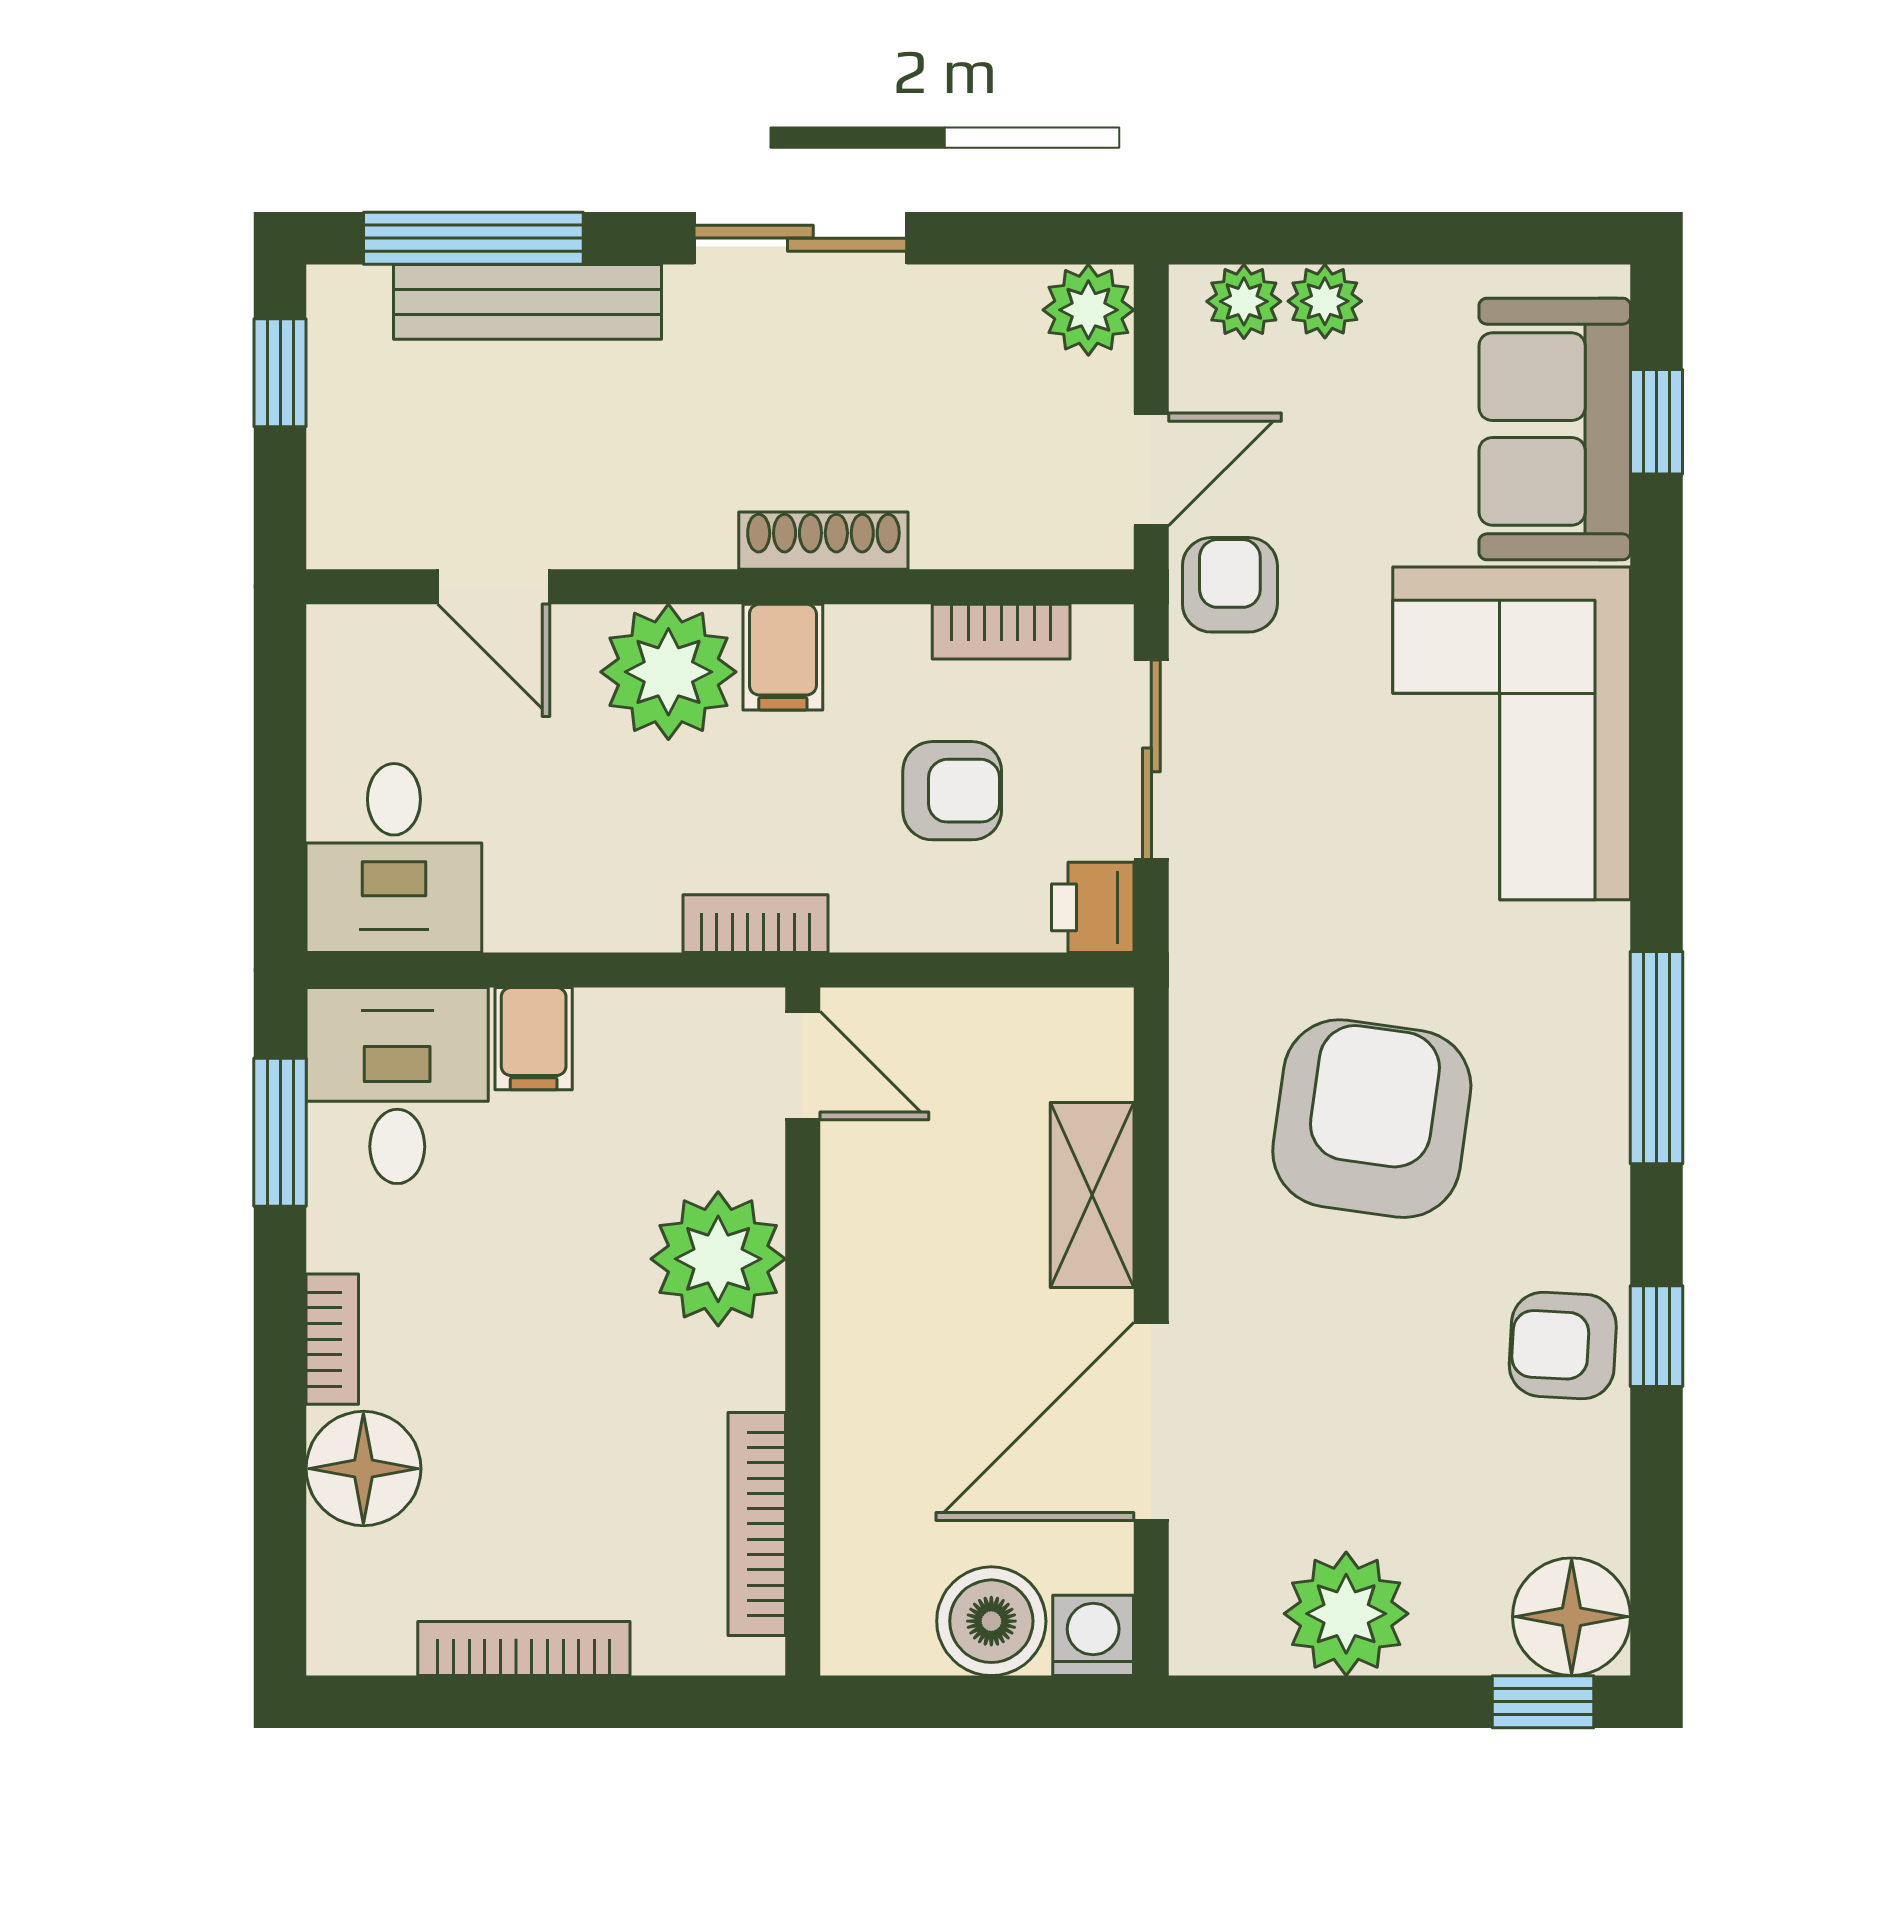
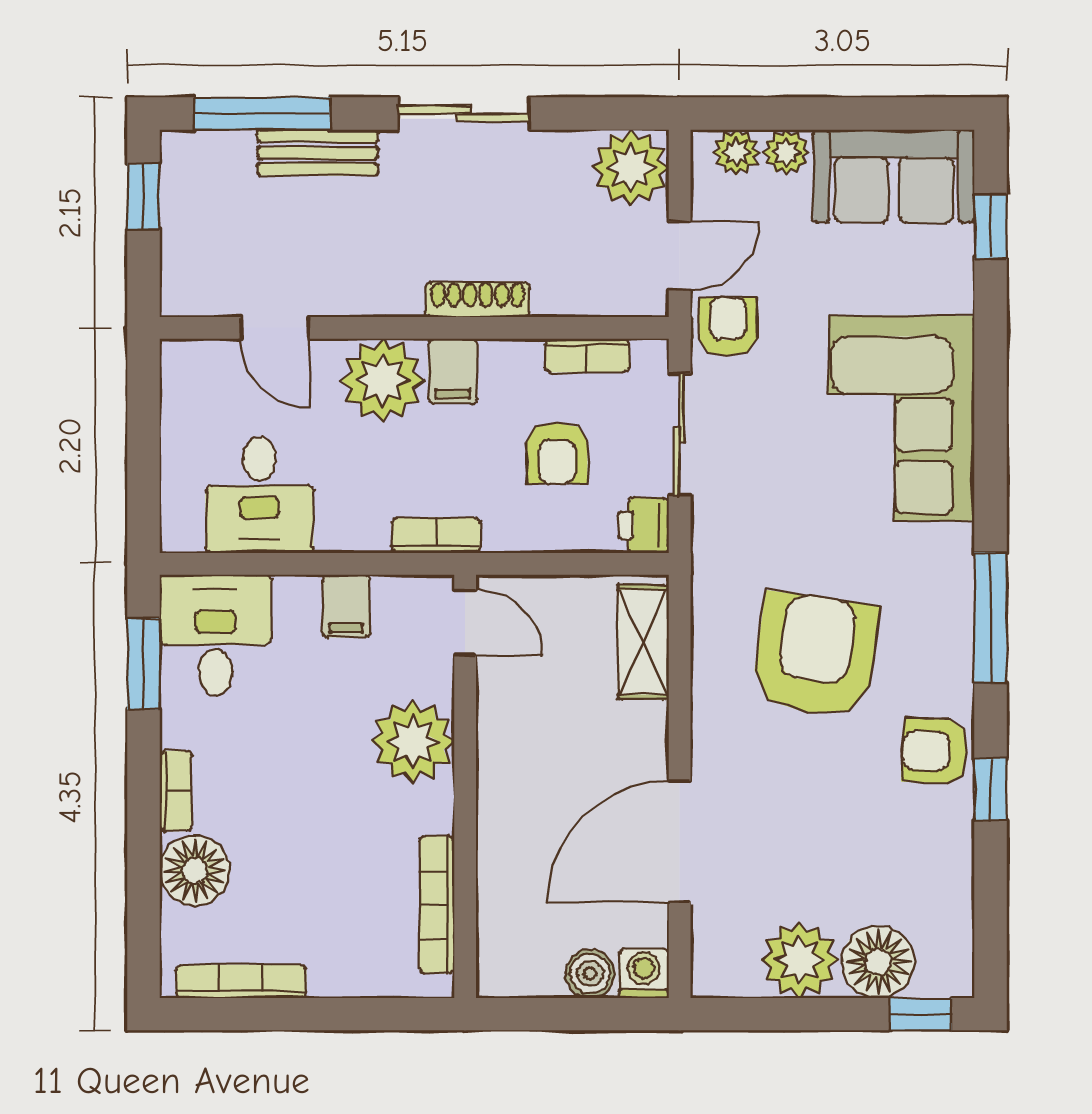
bench: (528, 302) -> (318, 153), width x0.73
plant: (1088, 310) -> (631, 168), width x1.36, depth x1.36
sofa: (1555, 429) -> (894, 176), moved, turned -90
armchair: (952, 791) -> (557, 453), turned 90
desk: (394, 858) -> (259, 495), moved
filing cabinet: (534, 1039) -> (346, 606), moved
shelving: (1092, 1195) -> (643, 642), moved
armchair: (1563, 1345) -> (935, 751), moved
floor lamp: (1572, 1617) -> (878, 962), moved
boiler: (991, 1621) -> (590, 973), width x0.73, depth x0.73
bookcase: (524, 1649) -> (241, 981), moved

